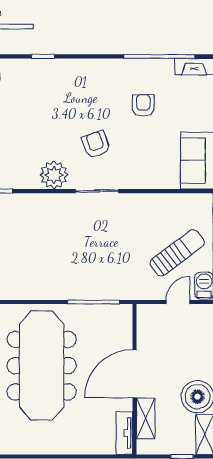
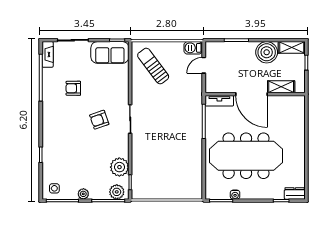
plant: (54, 175) -> (119, 167), moved
sun lounger: (177, 253) -> (153, 66), moved
door: (178, 302) -> (204, 65), hinge flipped
tv unit: (124, 433) -> (219, 101), moved

